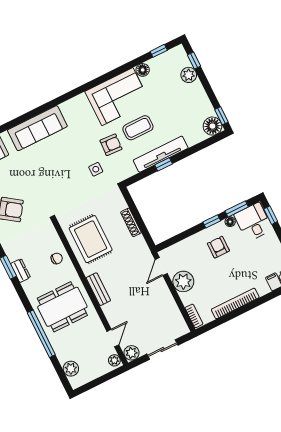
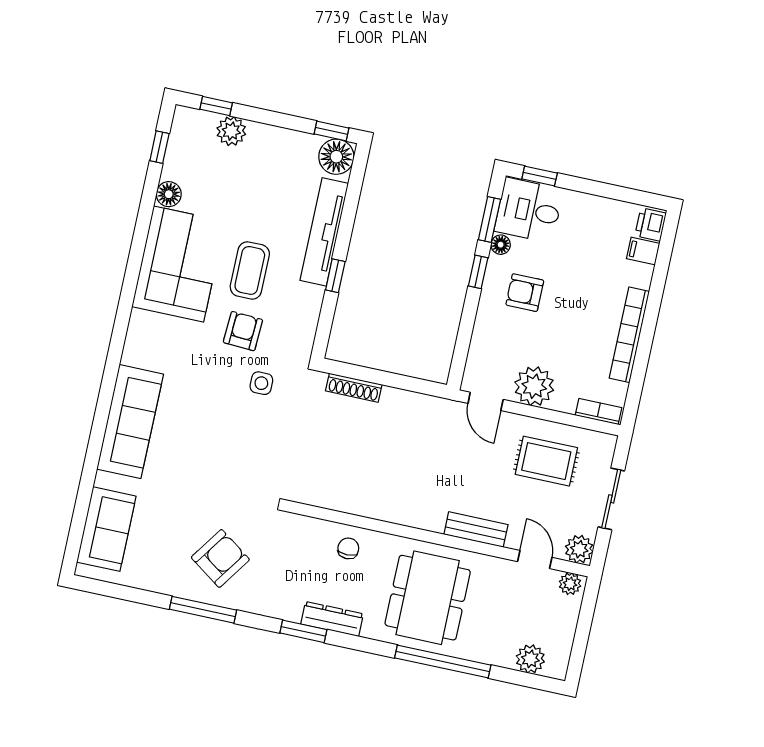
tv unit: (161, 154) -> (324, 232), moved
shoe rack: (131, 222) -> (354, 388), moved
rug: (91, 239) -> (546, 461), moved, width x0.73, depth x0.70
dresser: (21, 271) -> (332, 619), width x1.44
bench: (98, 289) -> (476, 530), moved

